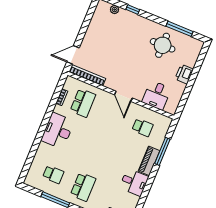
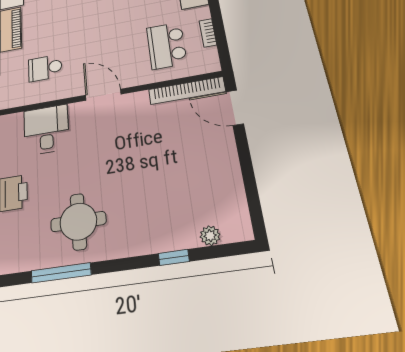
door: (73, 55) -> (235, 108), swing flipped

